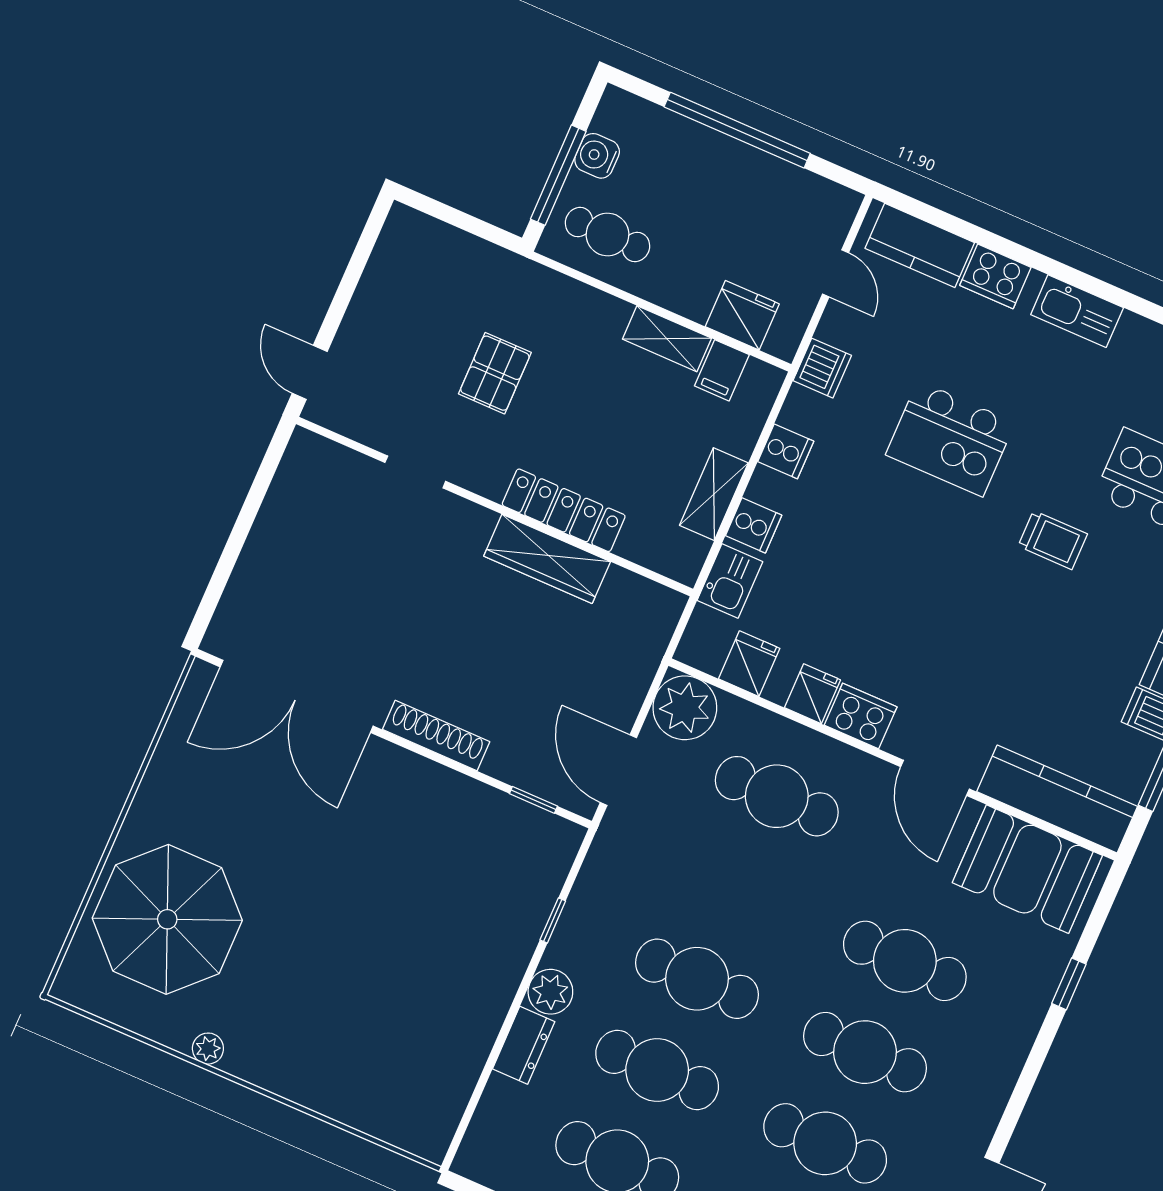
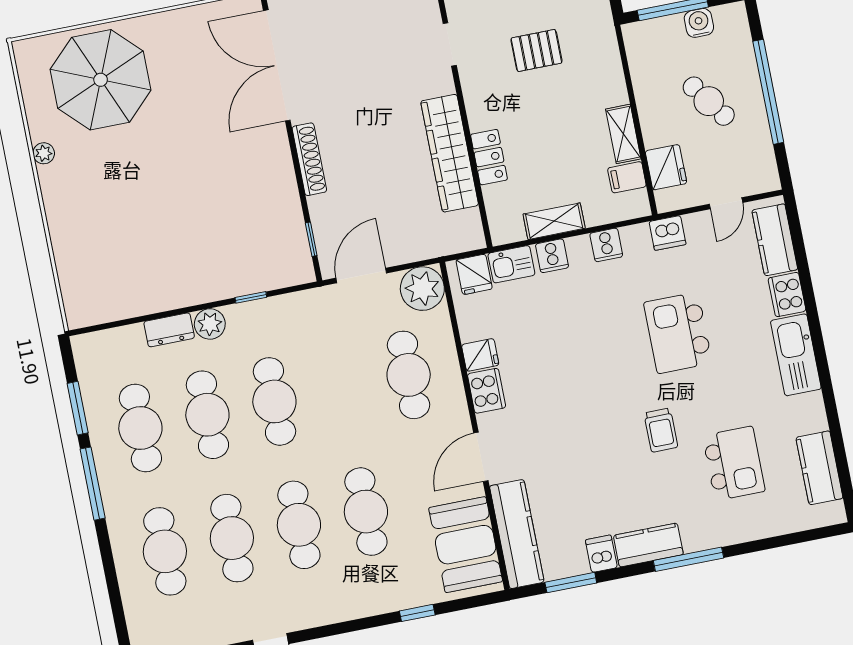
cafe table: (607, 235) -> (709, 101), moved, turned -36
kitchen sink: (1077, 311) -> (796, 355), width x1.36, depth x1.24
locker: (564, 510) -> (489, 157), width x0.66
wardrobe: (547, 559) -> (450, 153), width x1.40, depth x1.17
fridge: (749, 664) -> (474, 274), moved, turned 90

